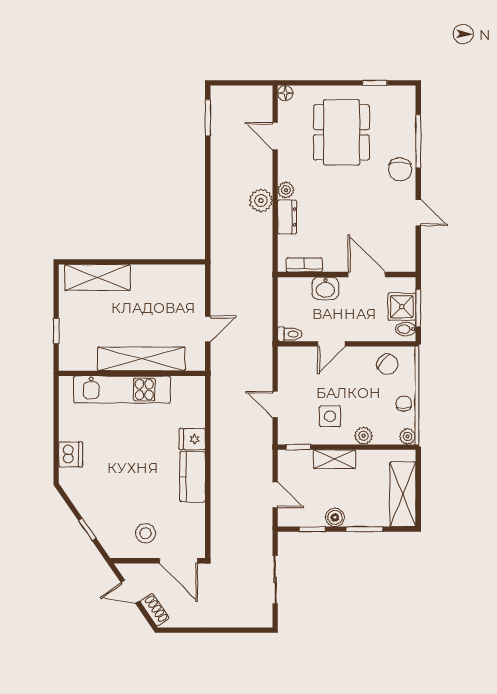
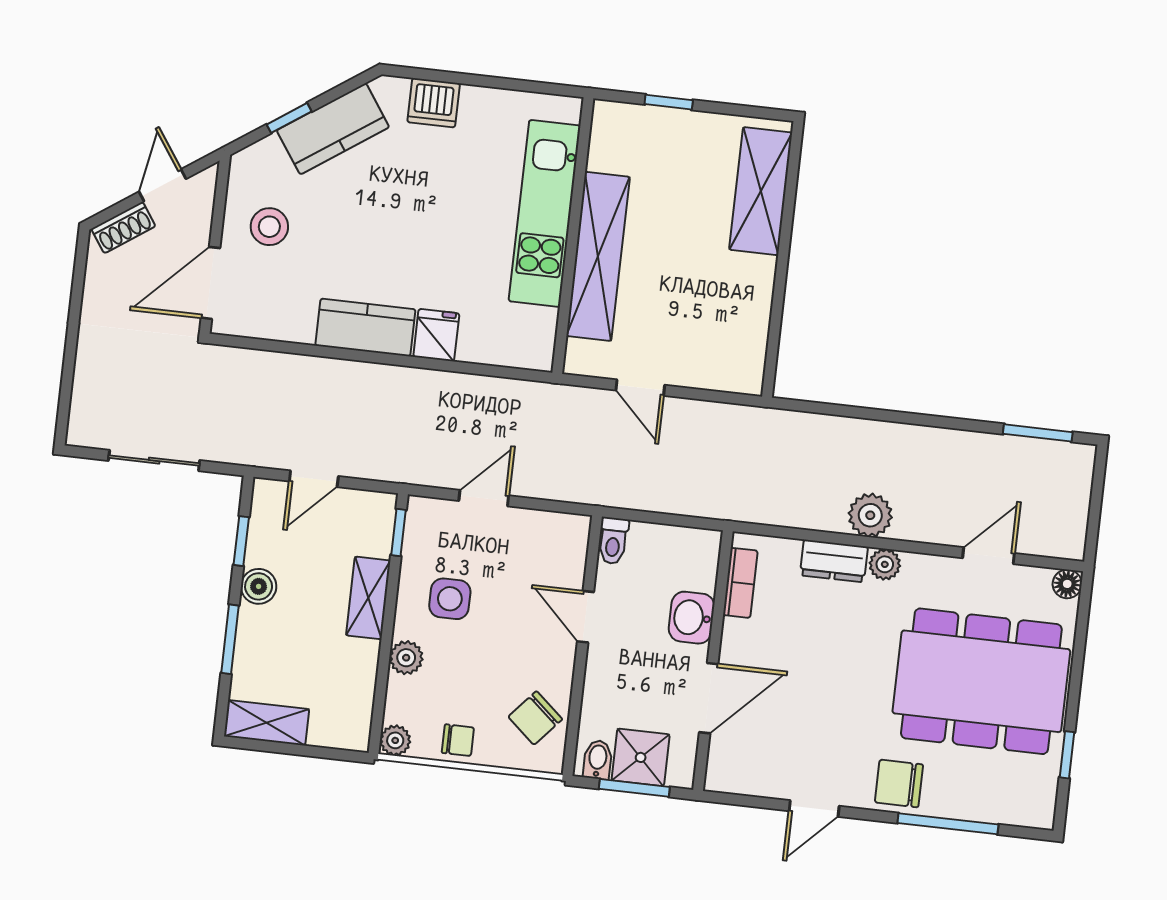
dining table: (341, 132) -> (981, 681), width x1.36, depth x1.24
shelving: (403, 494) -> (267, 723), width x0.67, depth x0.75
kitchen counter: (90, 506) -> (333, 129), added

